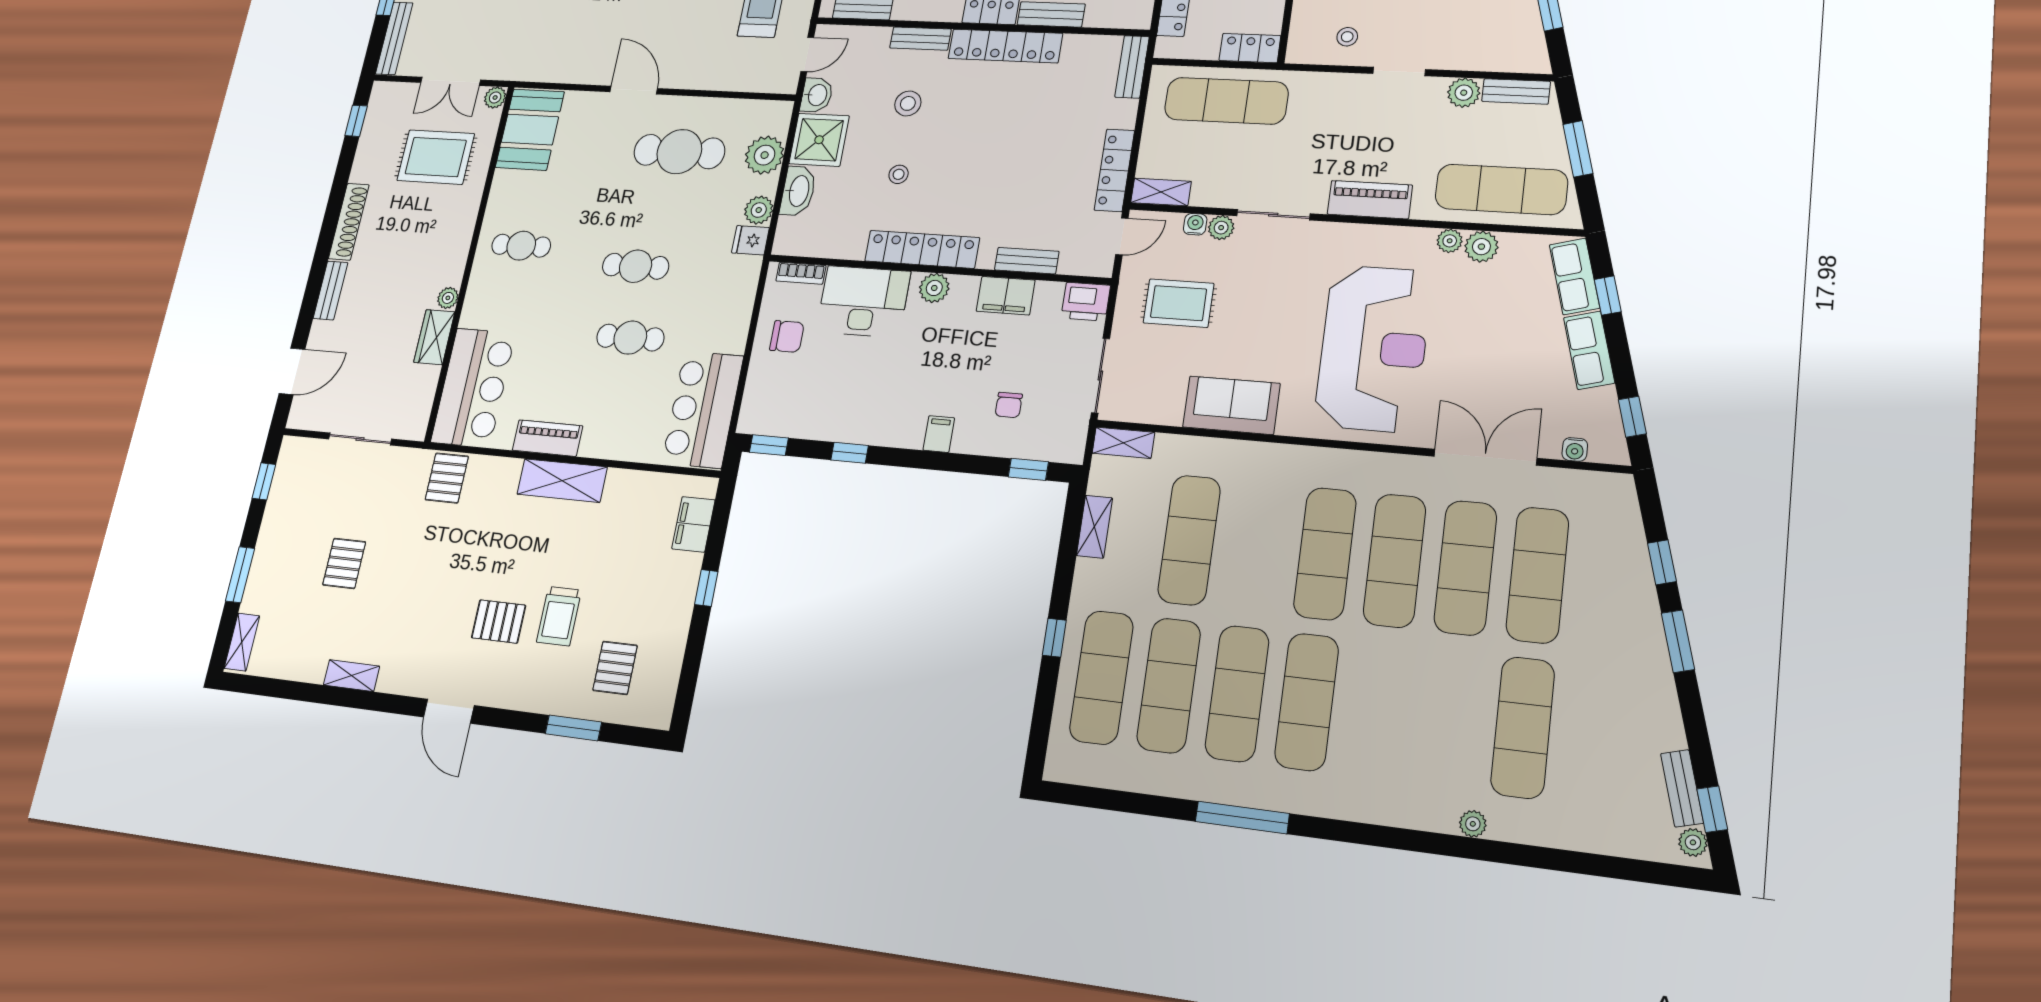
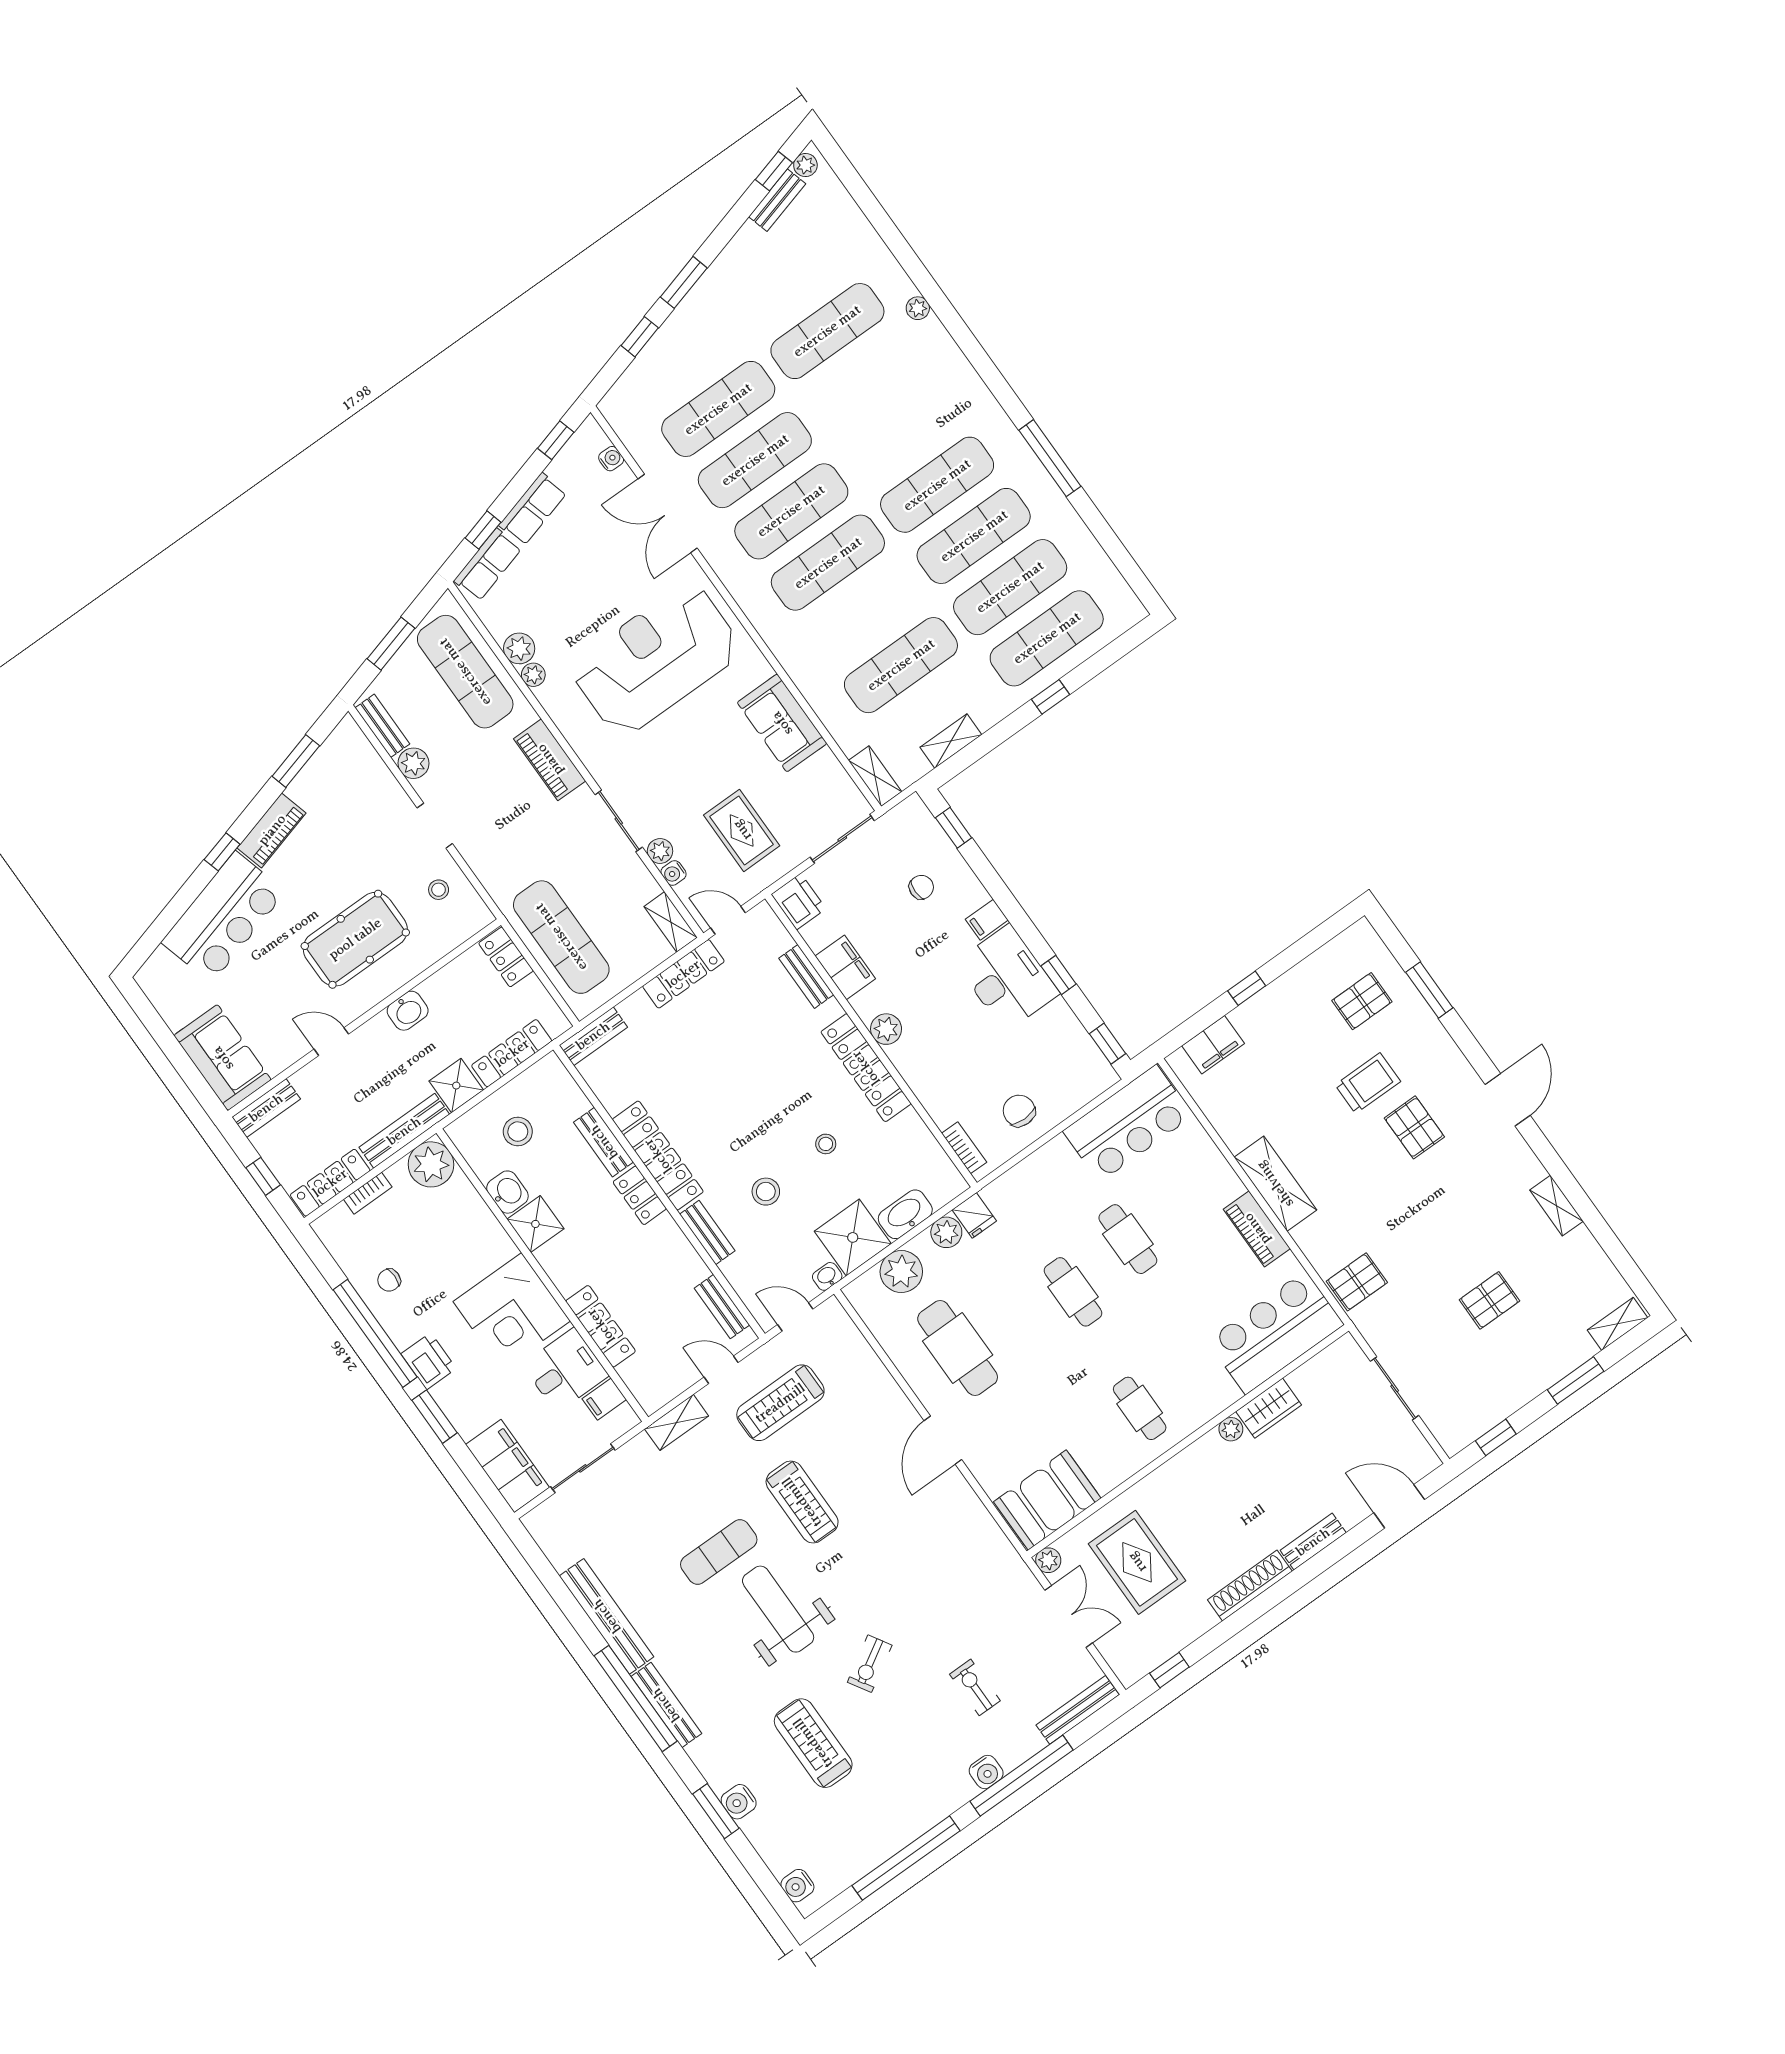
washbasin: (817, 95) -> (827, 1276), width x0.72, depth x0.69
desk: (863, 301) -> (1007, 978), moved, turned 180

